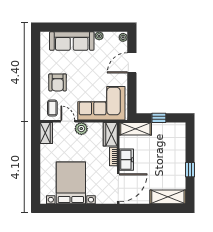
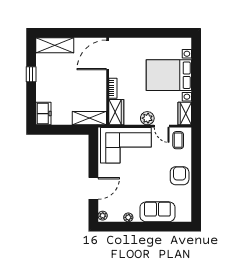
sofa: (72, 41) -> (157, 212), width x0.73
armchair: (58, 82) -> (180, 176), moved
window: (159, 118) -> (64, 130), removed
freezer: (126, 160) -> (43, 114), moved, turned 180
bed with nightstands: (71, 183) -> (169, 75), moved, turned 90

